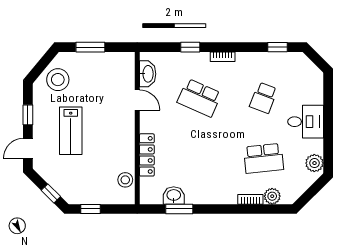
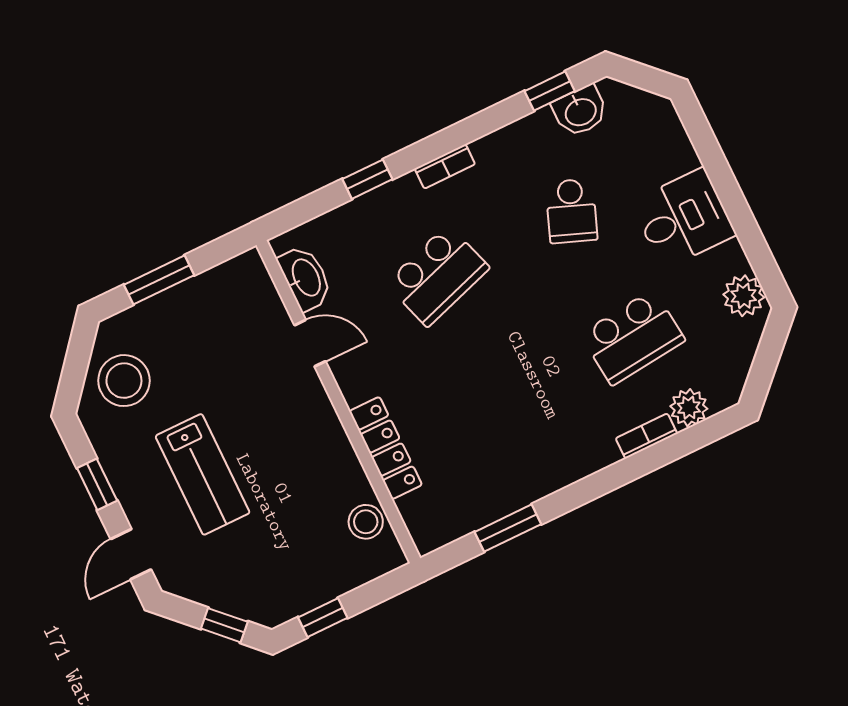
school desk: (199, 98) -> (438, 276), turned -42
washbasin: (174, 195) -> (580, 111), moved, turned 180

